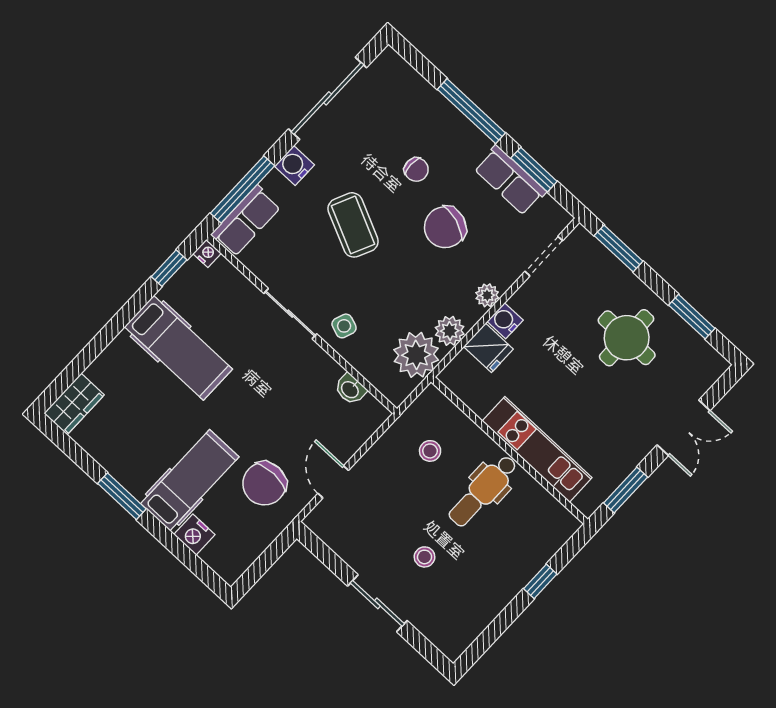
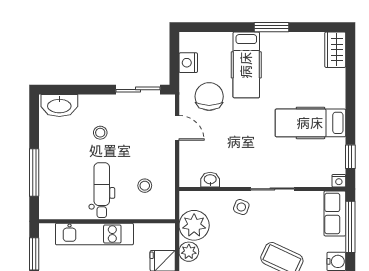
nightstand: (194, 535) -> (188, 63), moved, turned -90
window: (540, 581) -> (34, 172), width x2.17
sliding door: (377, 603) -> (138, 90), moved
washbasin: (442, 630) -> (59, 105), added

